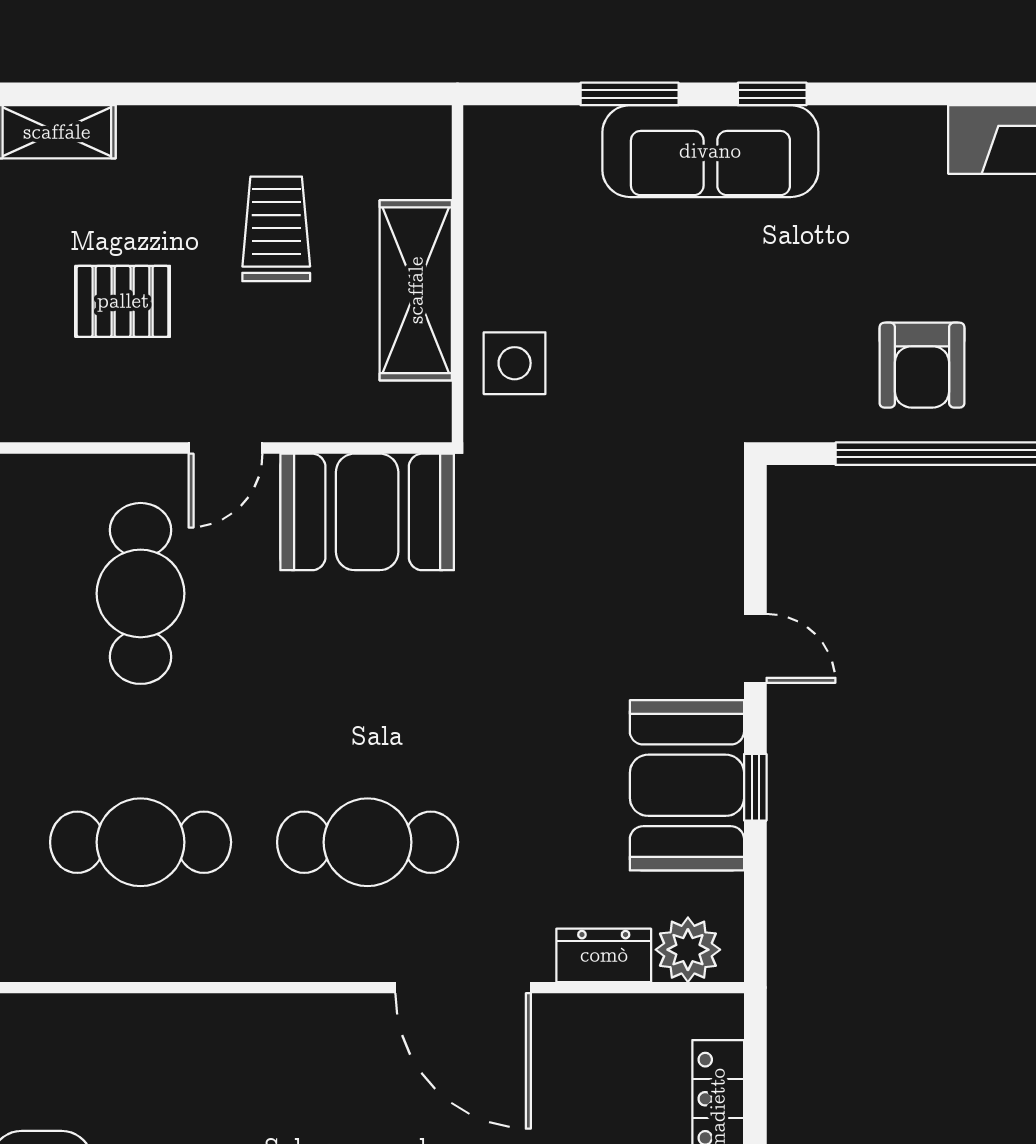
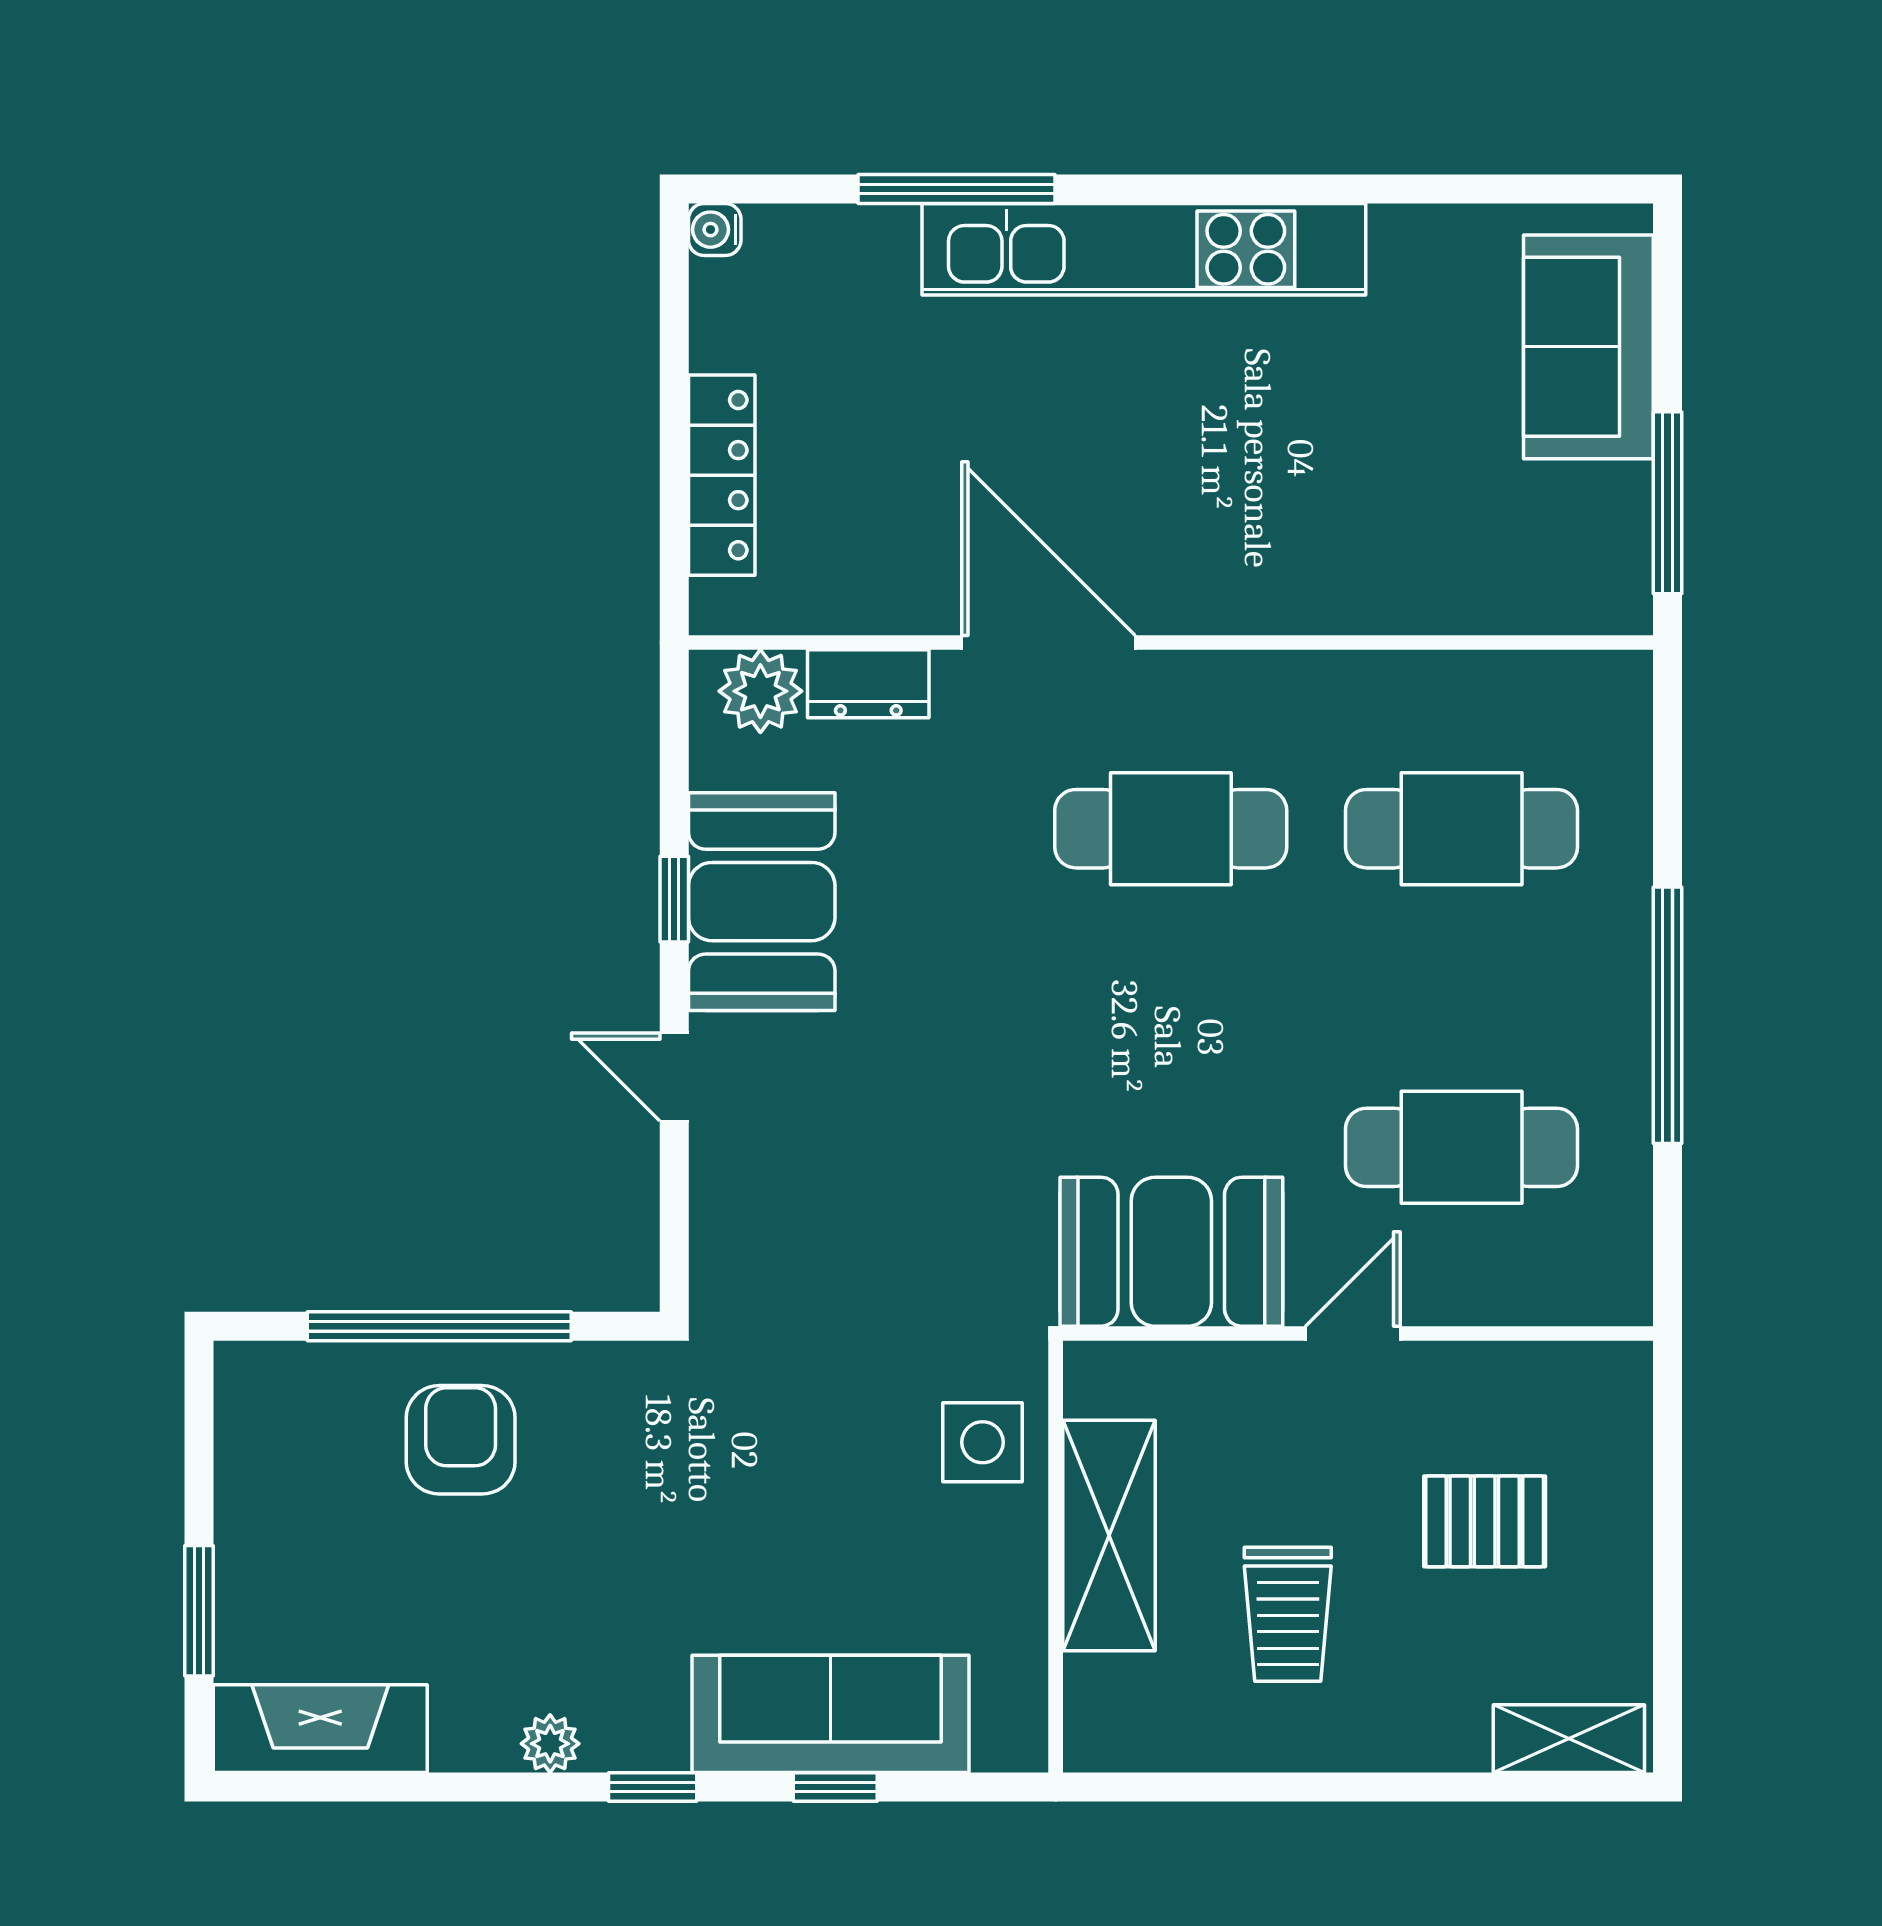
window: (630, 94) -> (835, 1787), width x0.67
plant: (852, 128) -> (550, 1744), added
sofa: (710, 151) -> (831, 1714), moved
cafe table: (141, 593) -> (1462, 1147), turned 90

